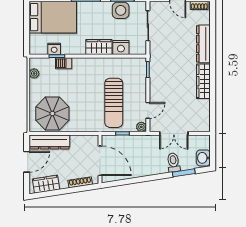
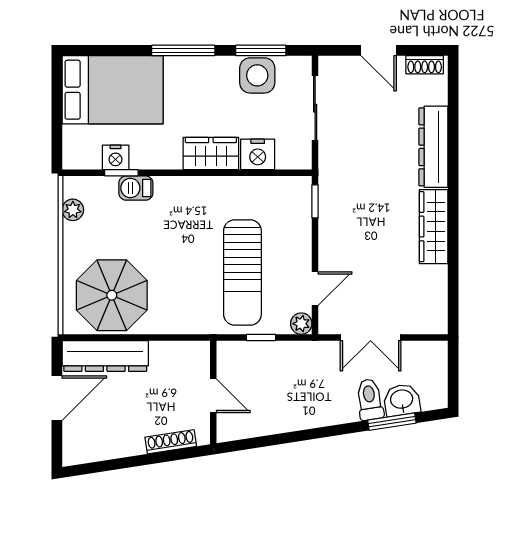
washbasin: (203, 158) -> (402, 400), moved, turned 81
door: (100, 161) -> (213, 396), width x0.53
wardrobe: (46, 184) -> (98, 446), removed

